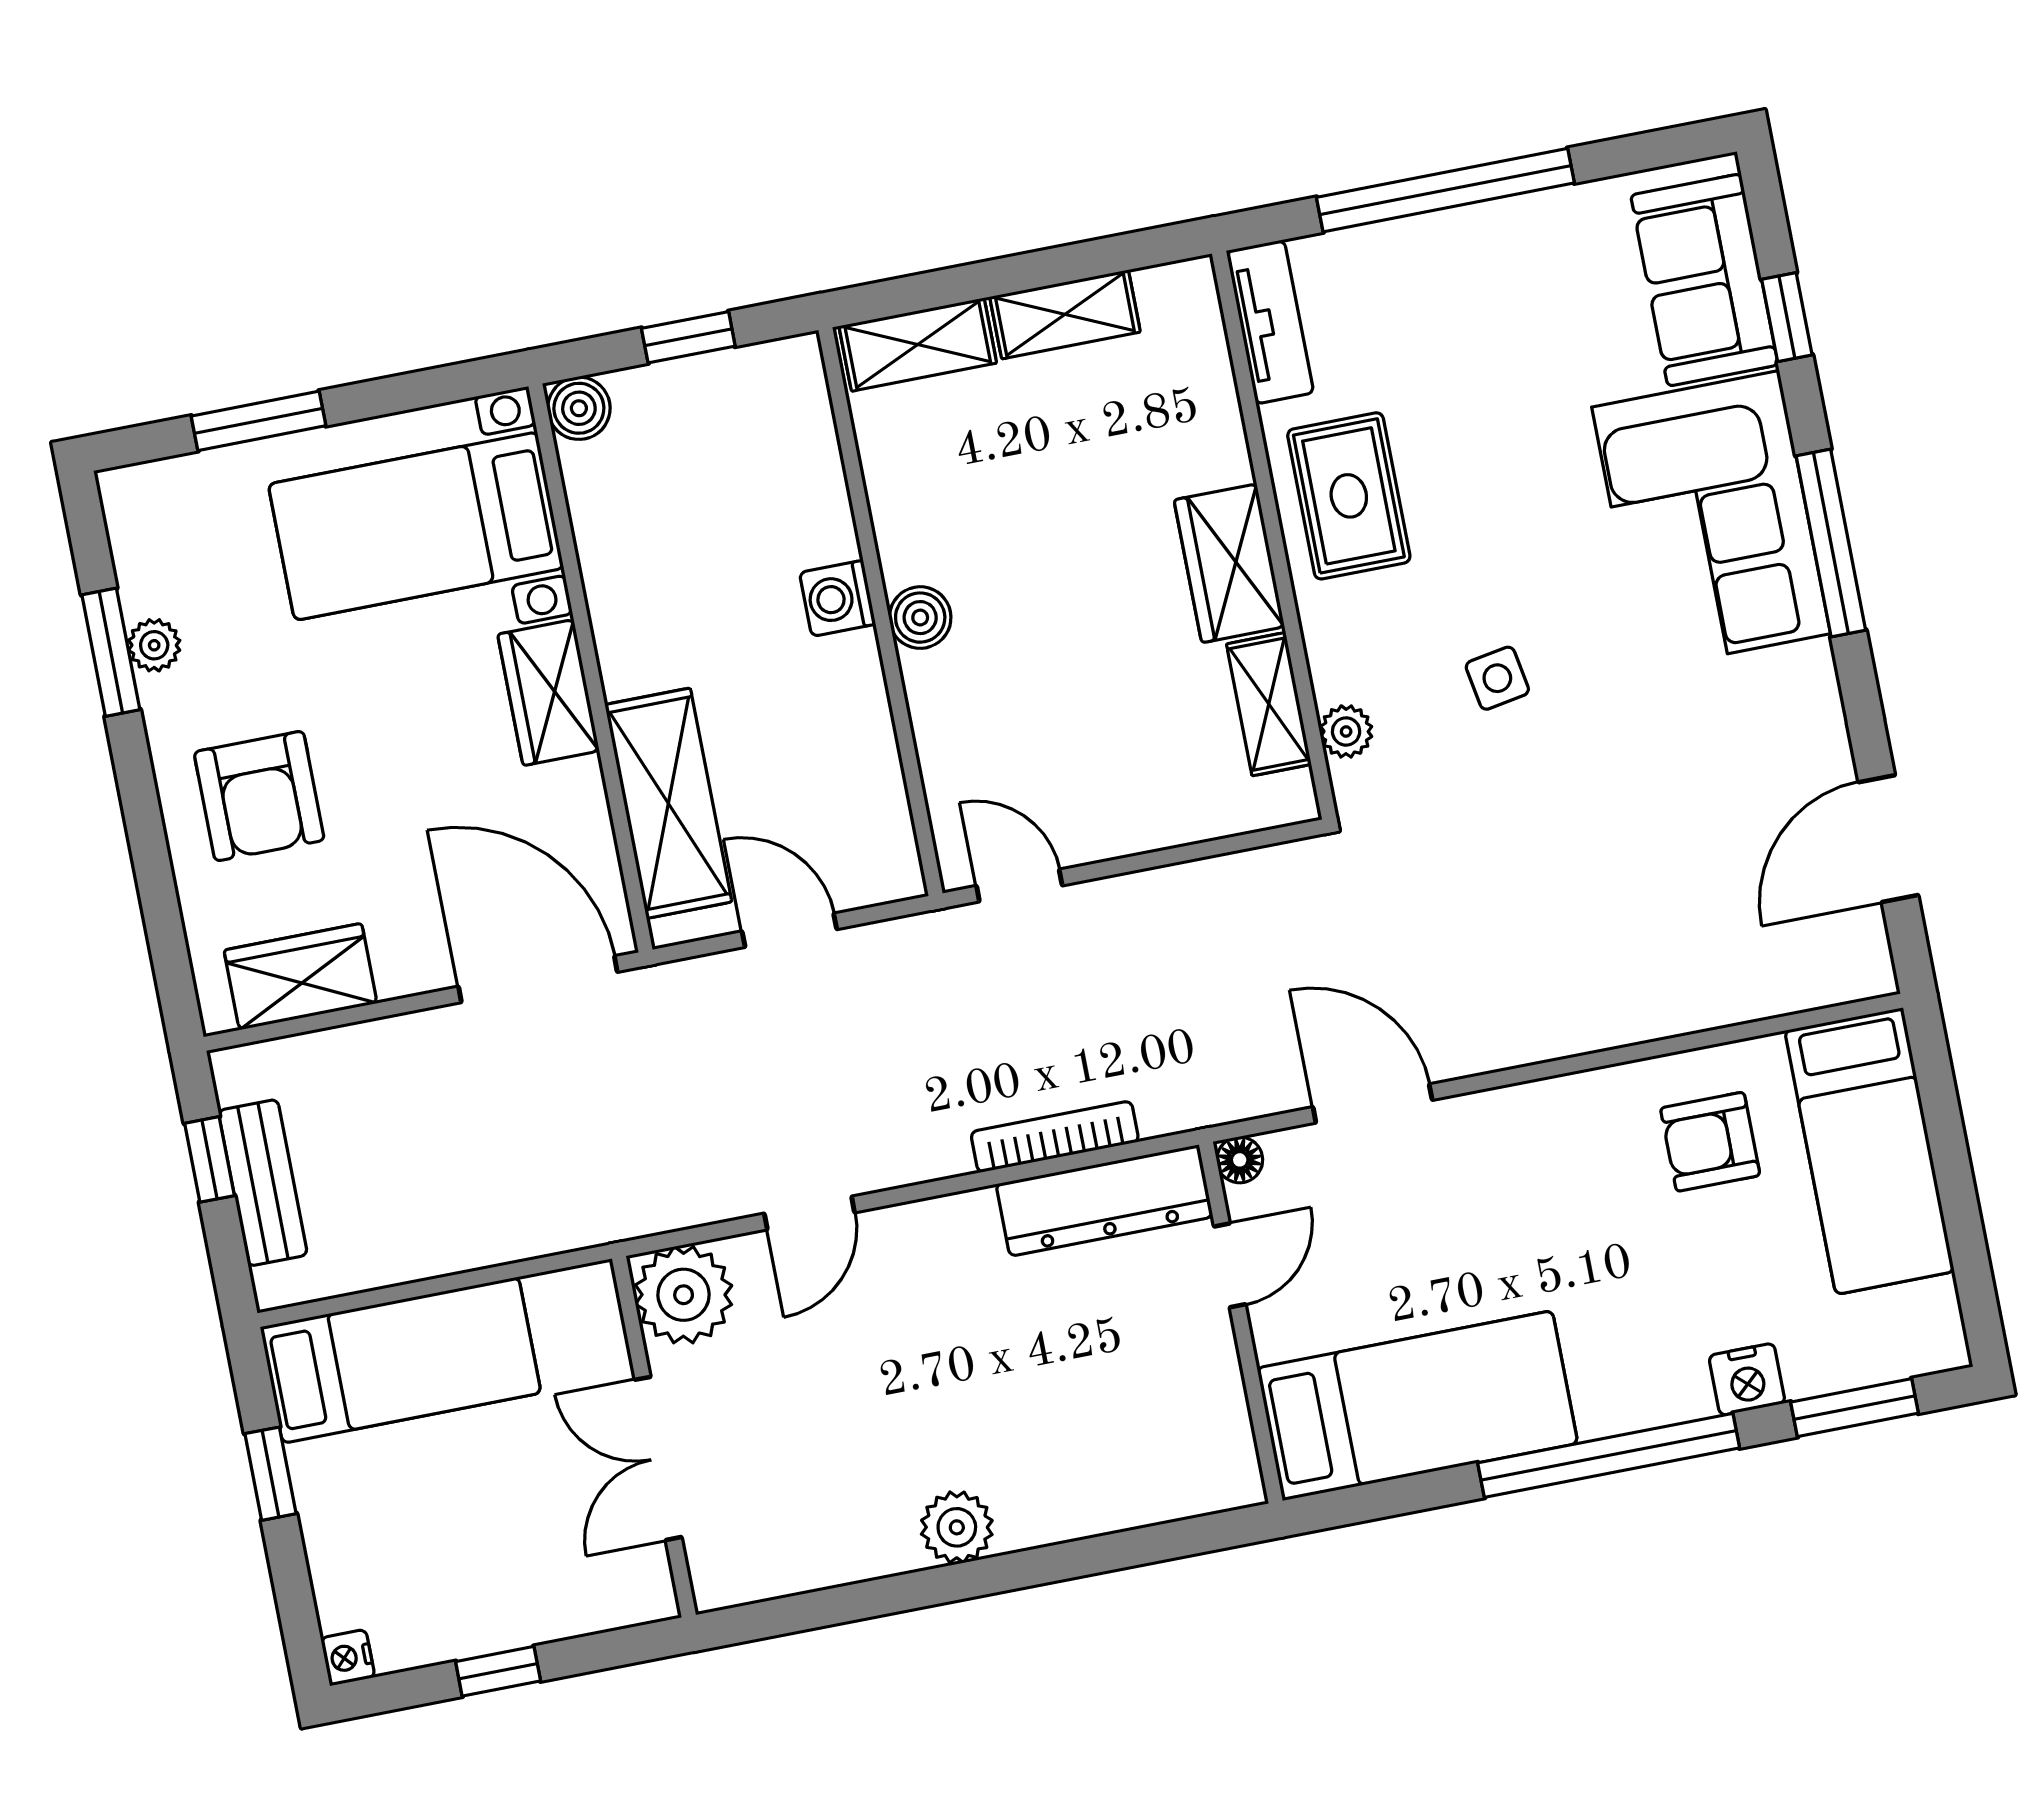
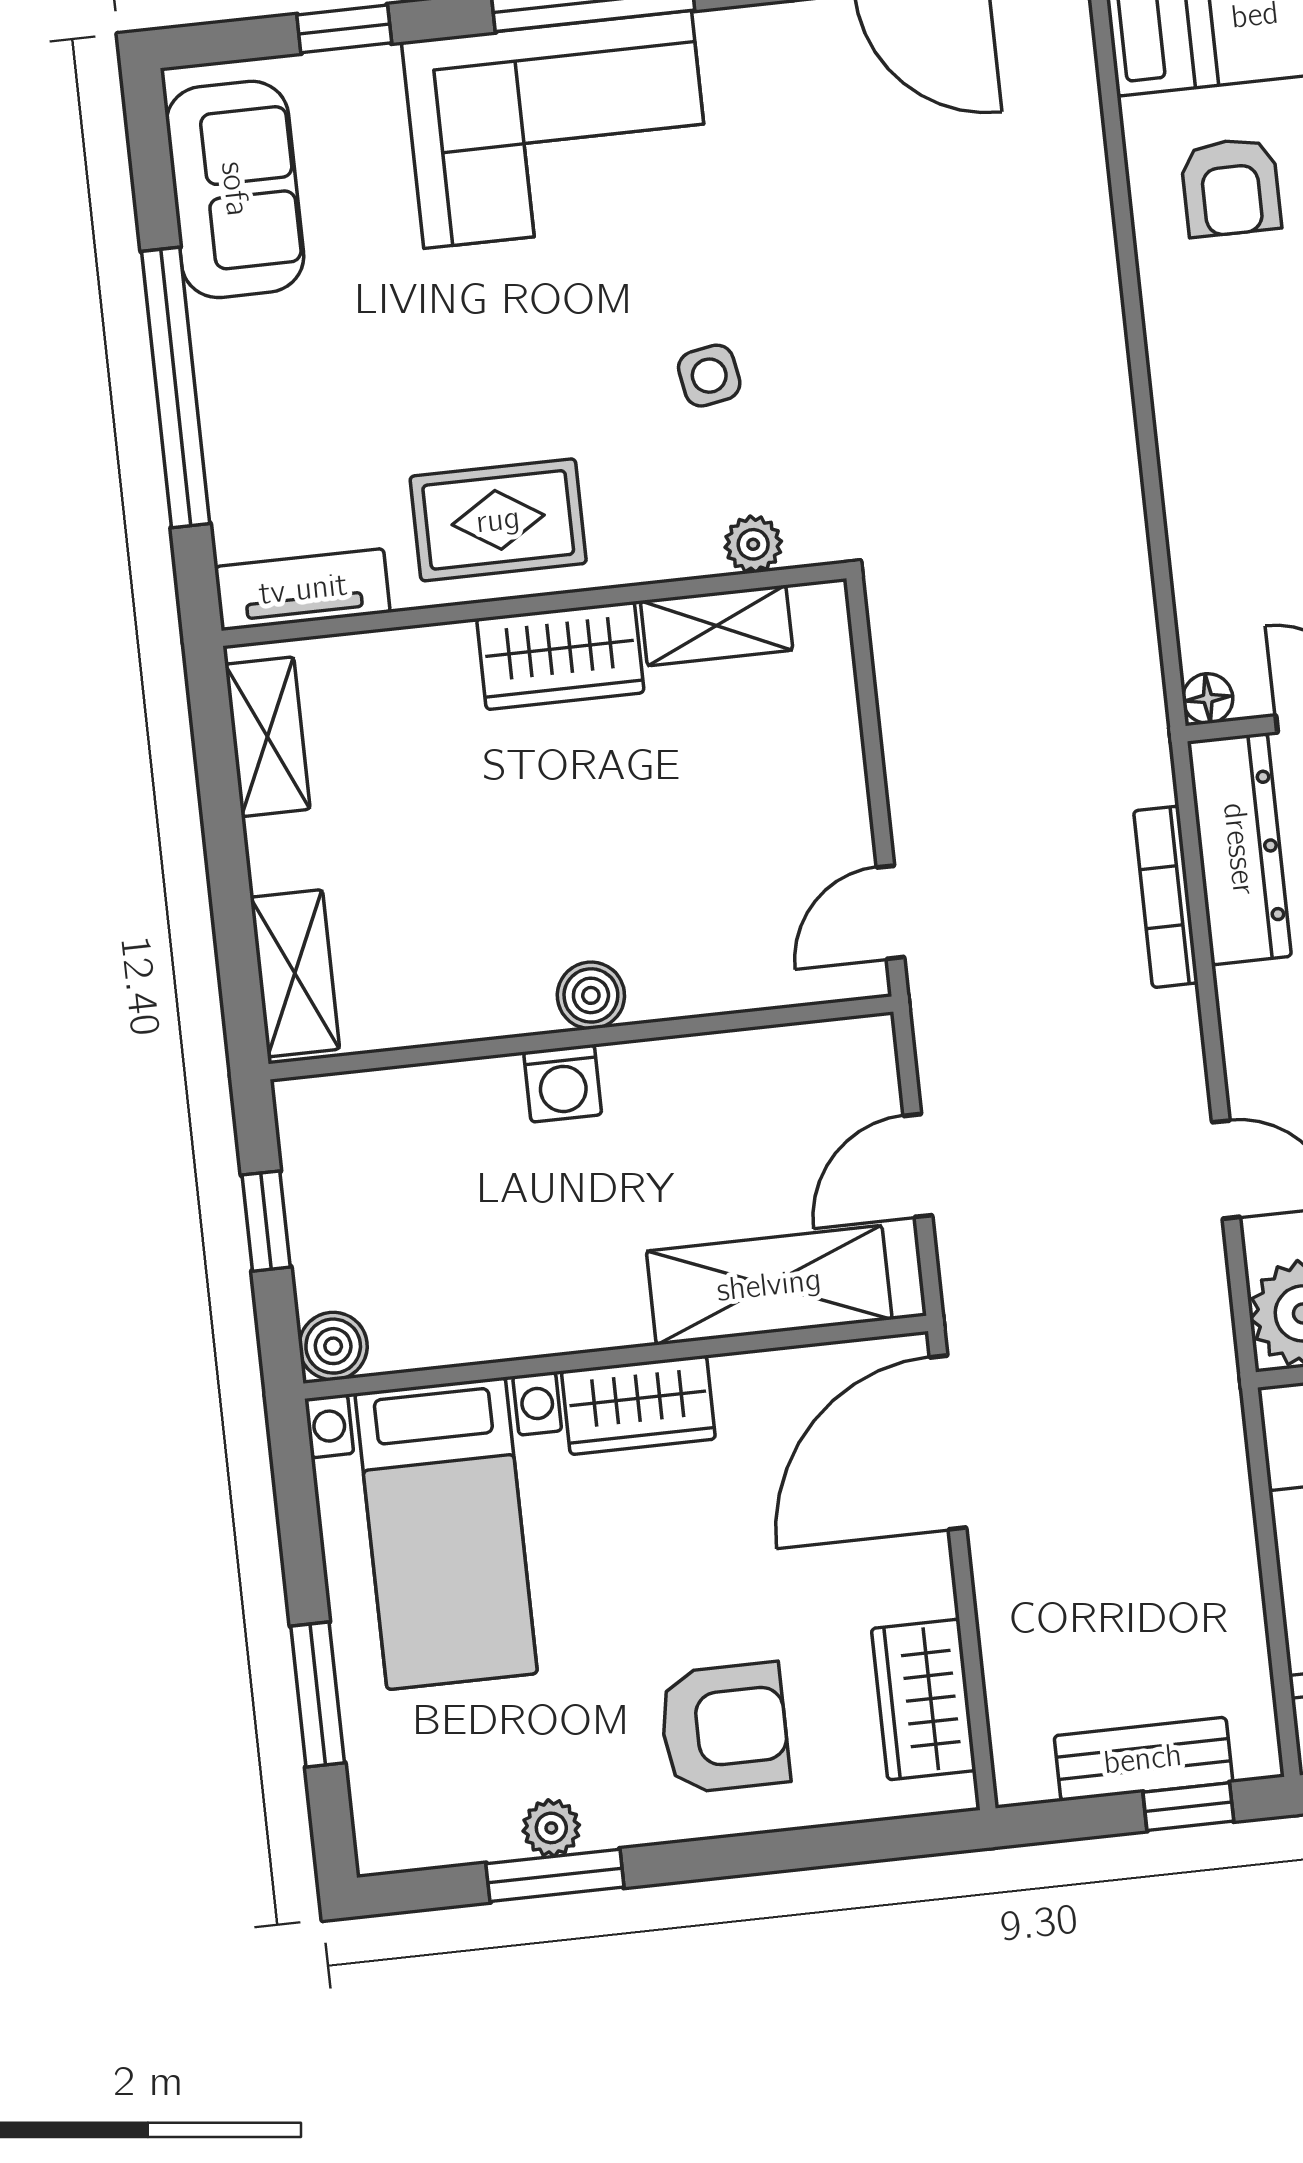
sofa: (1704, 280) -> (235, 189), moved, turned -90
shelving: (1065, 314) -> (268, 737), moved
door: (1373, 1104) -> (1159, 549), removed
window: (209, 1159) -> (1188, 1807), moved

